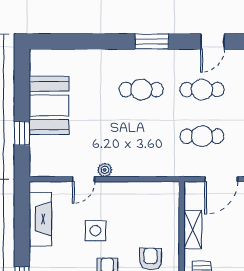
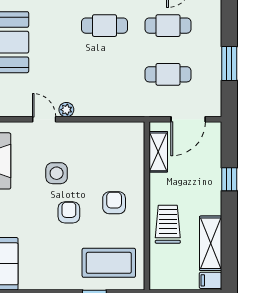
door: (84, 179) -> (44, 119), swing flipped
shelving: (193, 229) -> (158, 152), moved

